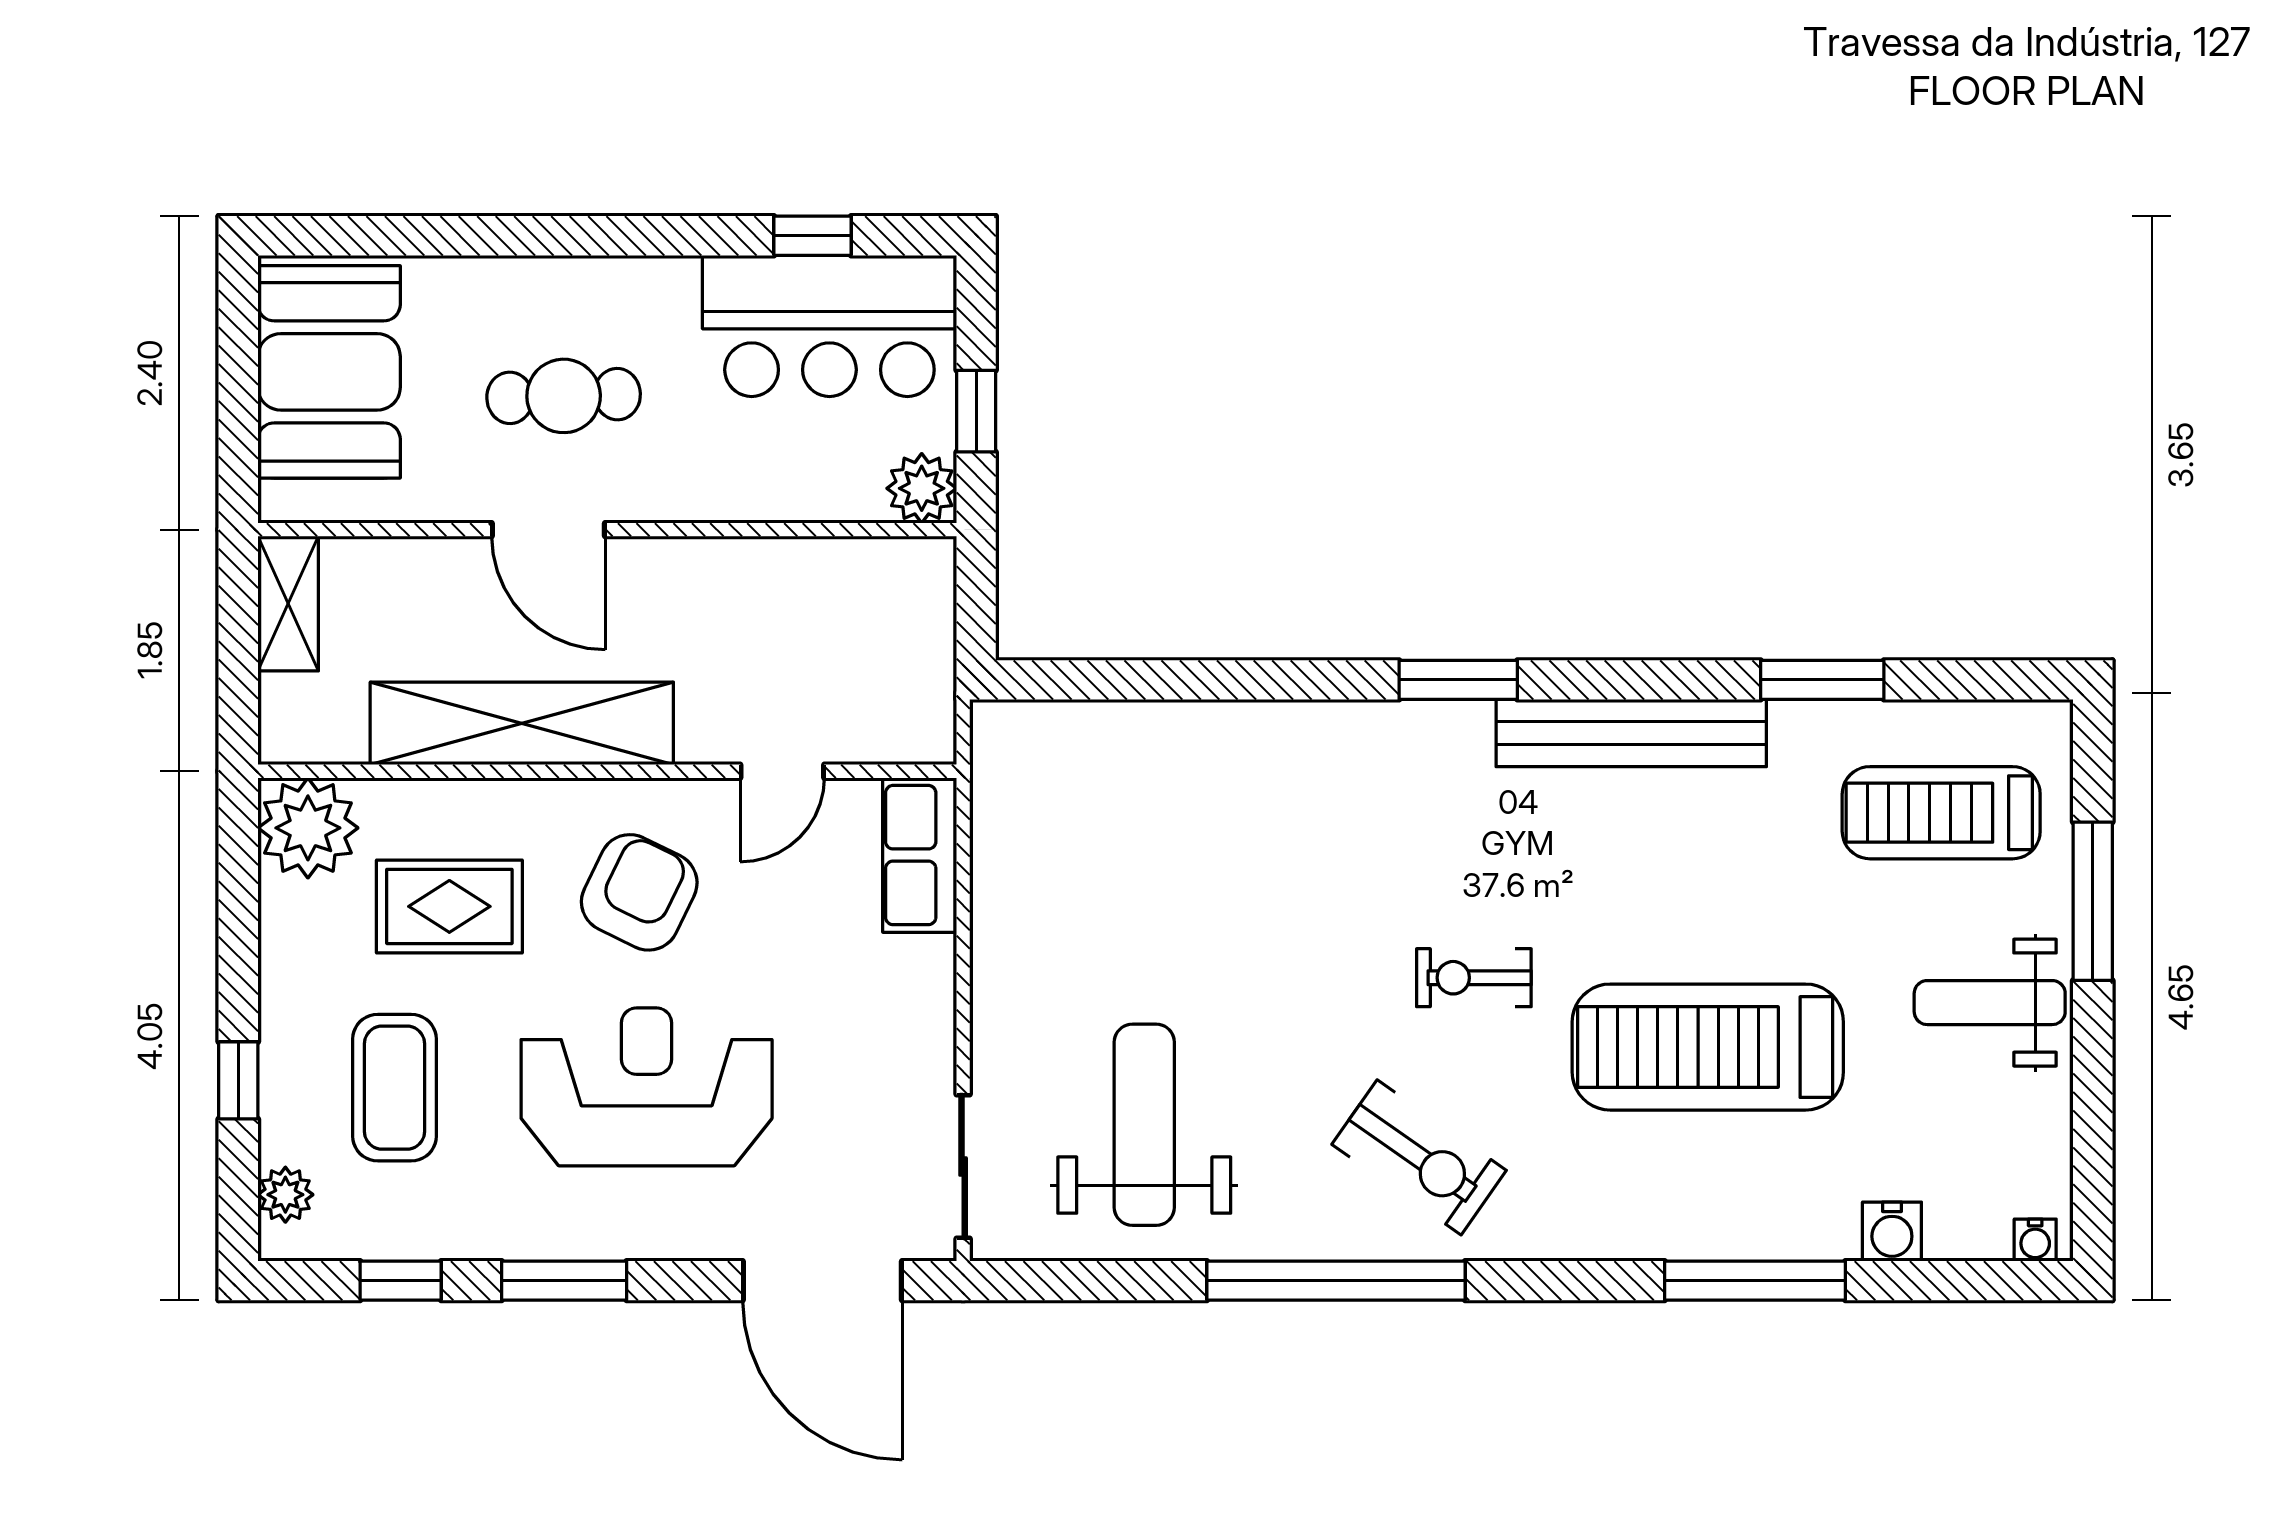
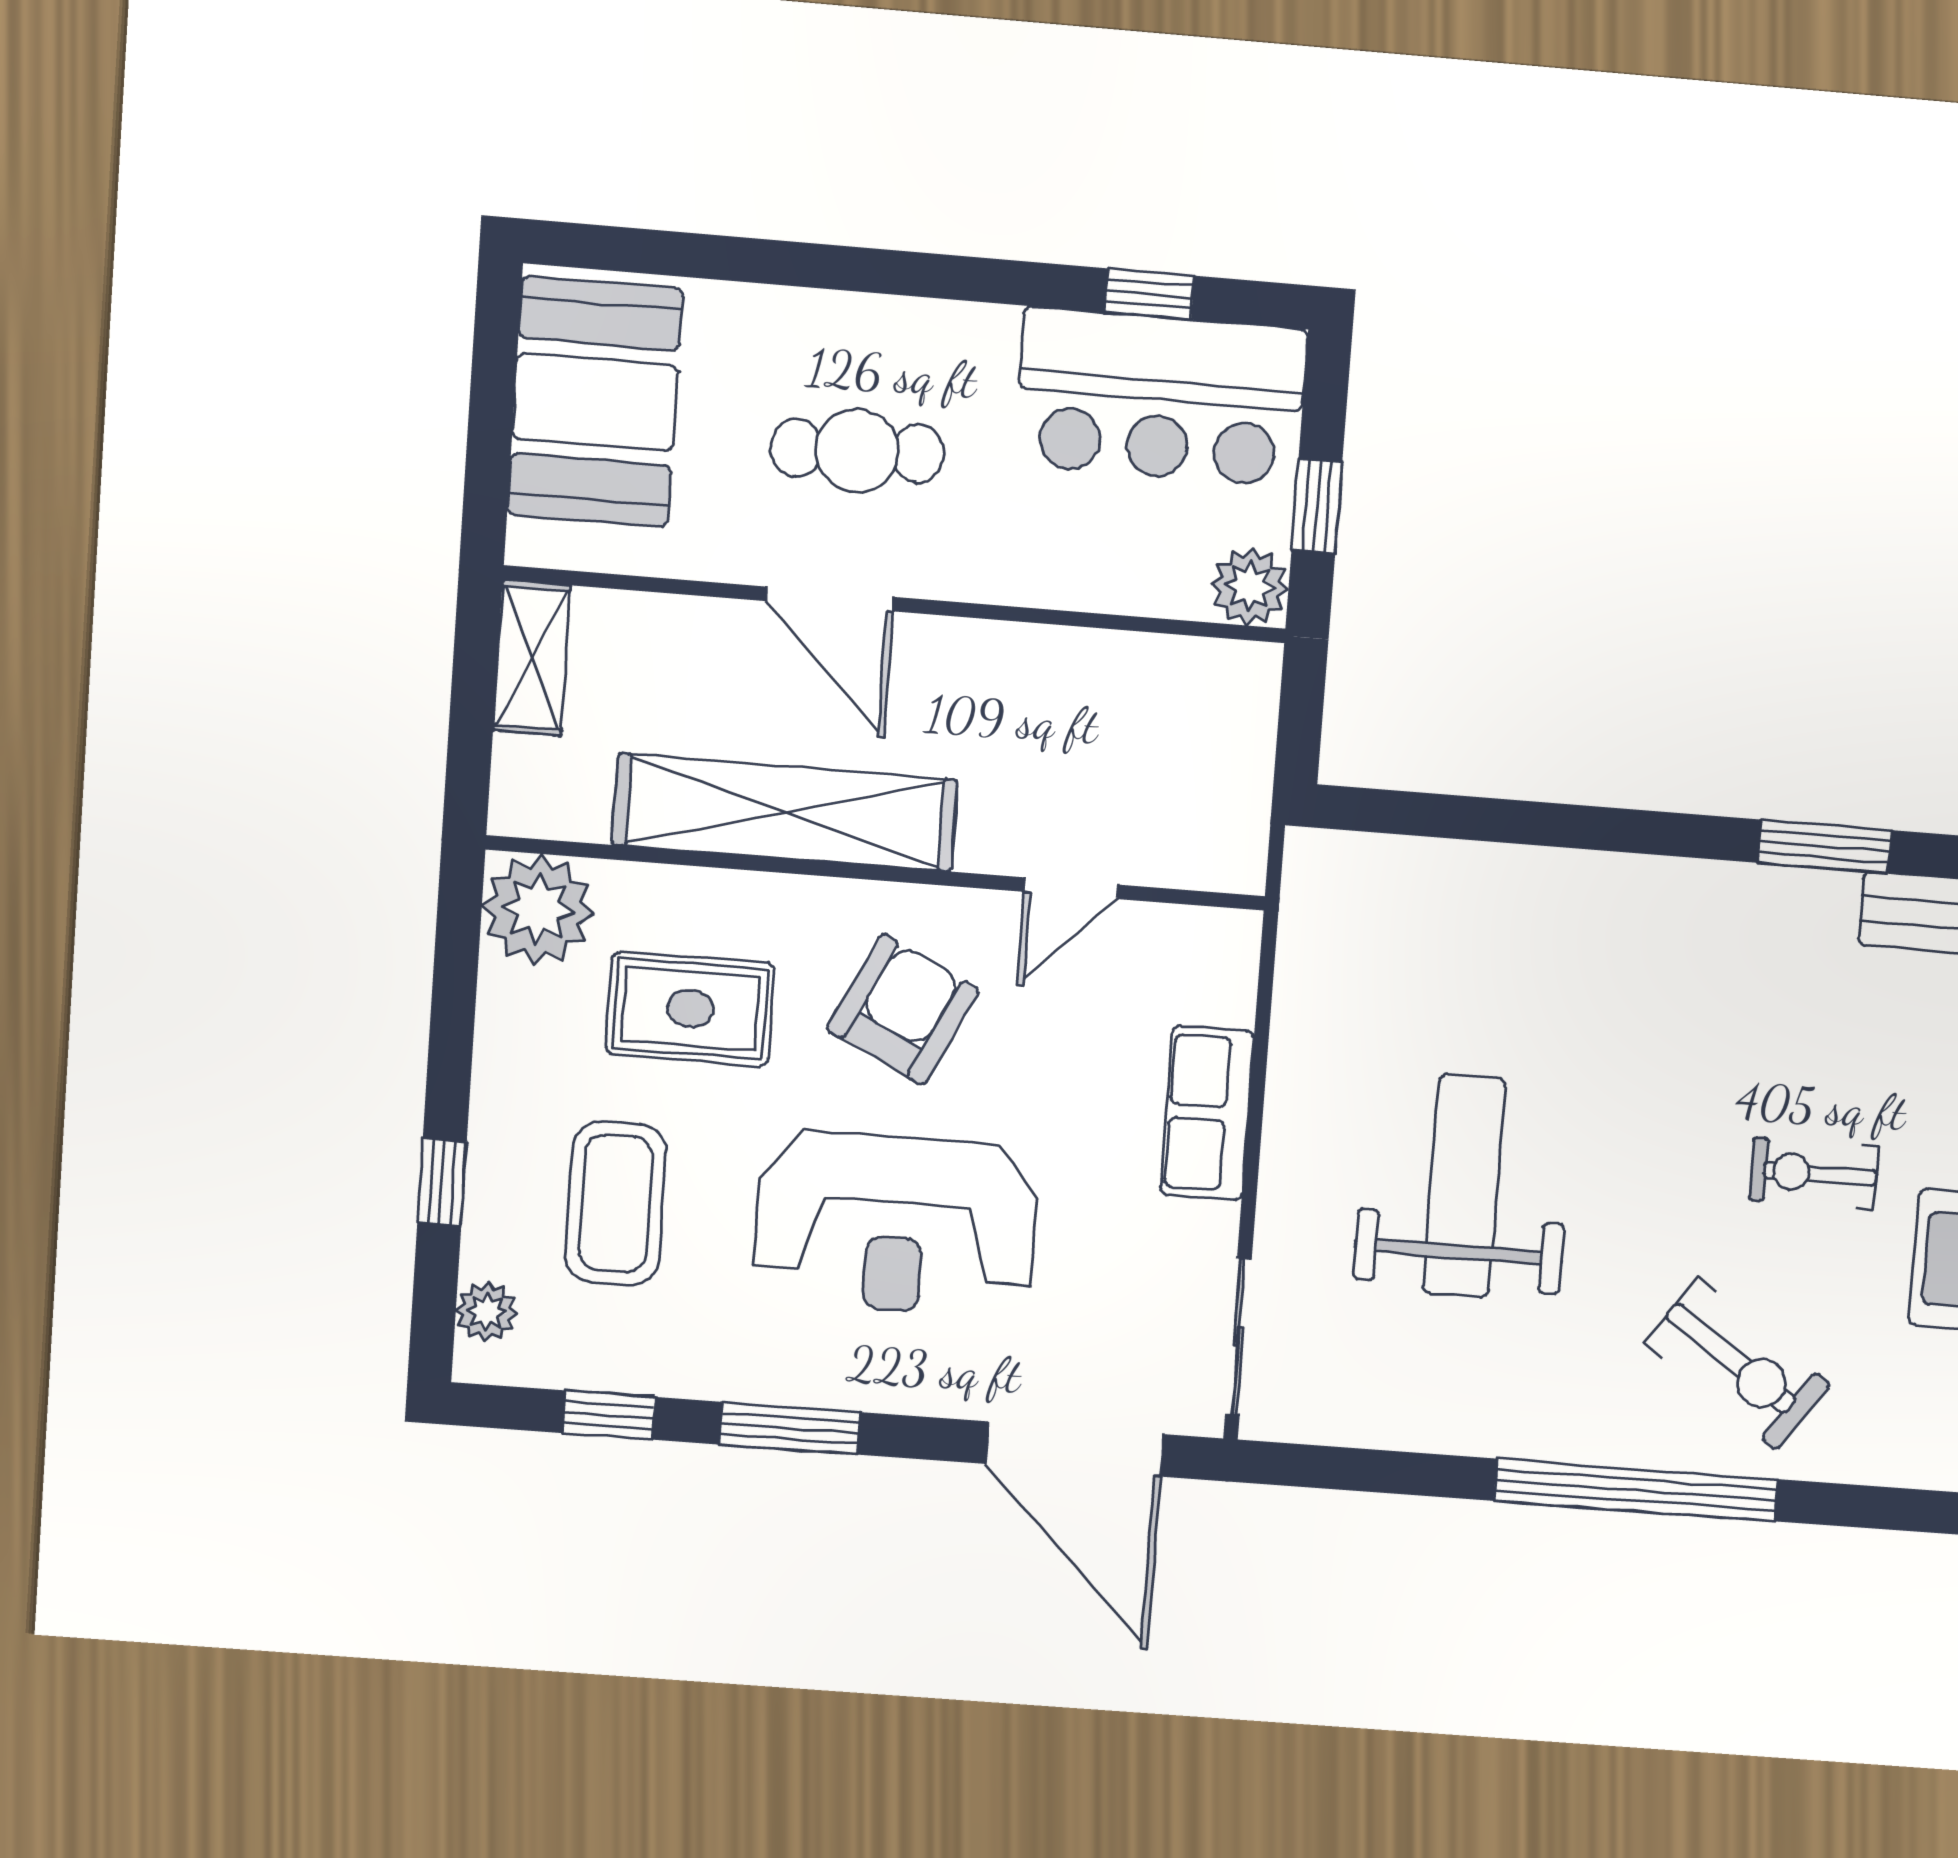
row of seats: (920, 855) -> (1207, 1113), moved
reception desk: (647, 1087) -> (896, 1224), turned 180
weight bench: (1144, 1125) -> (1464, 1186), moved

